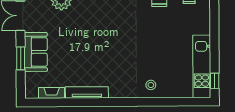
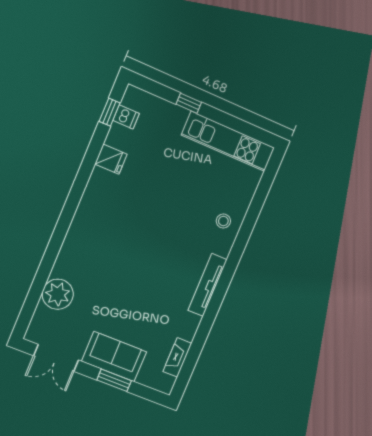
window: (215, 81) -> (189, 103), moved
tv unit: (87, 92) -> (207, 285), moved

